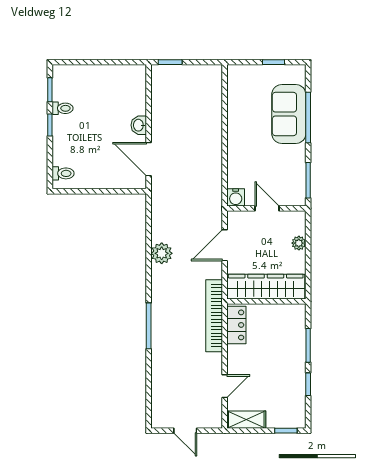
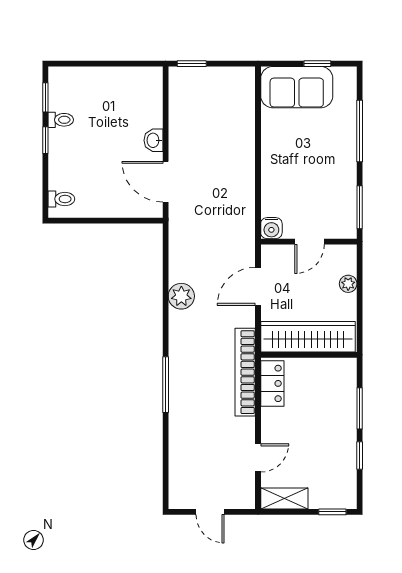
sofa: (289, 114) -> (297, 87), moved, turned -90
door: (267, 208) -> (310, 242), swing flipped

